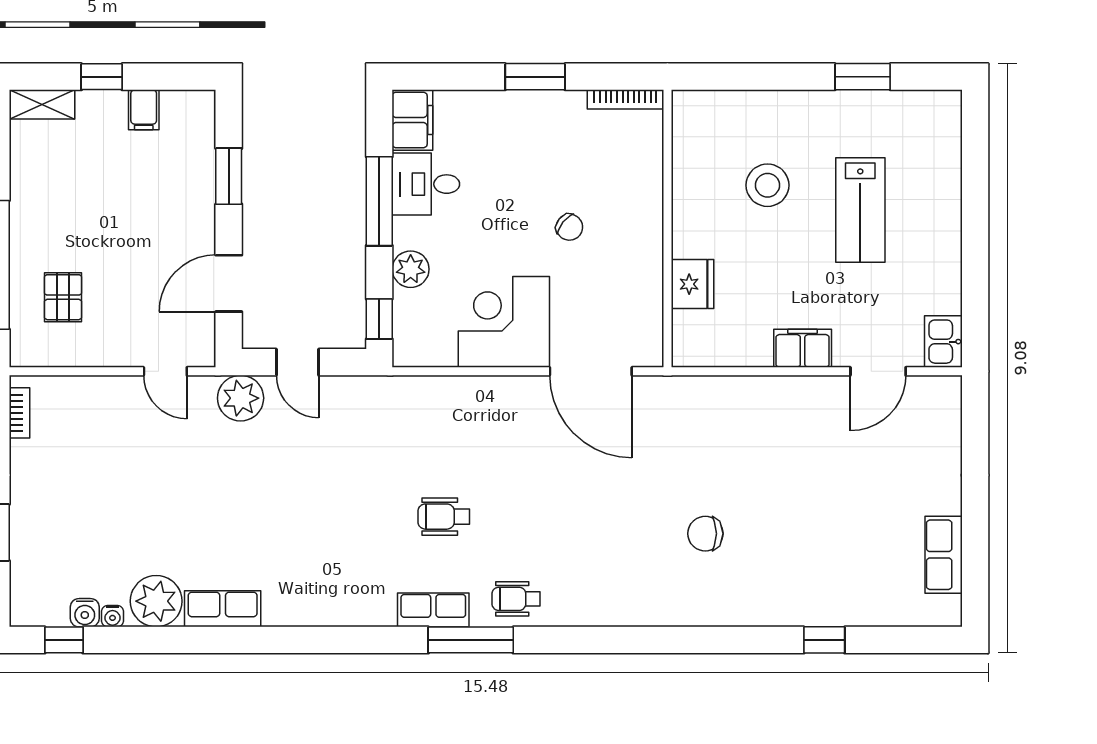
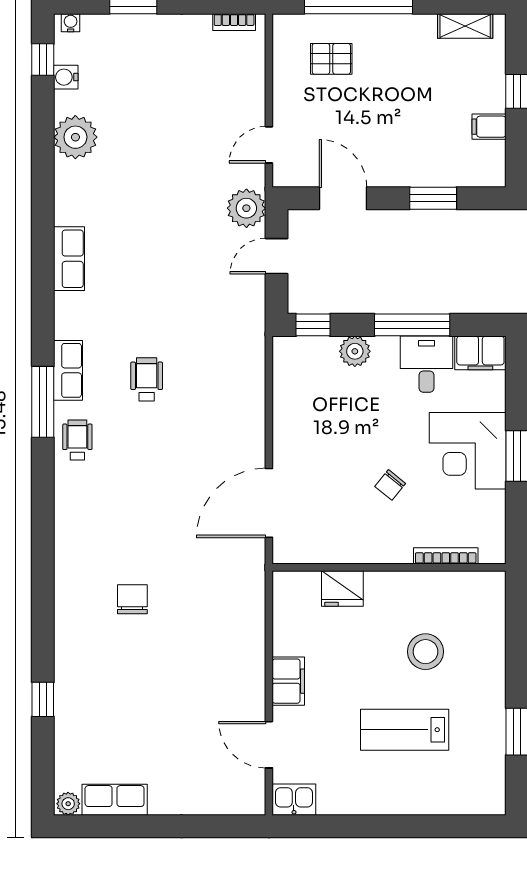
bookcase: (625, 99) -> (446, 556), moved, turned 90
shelving: (42, 104) -> (465, 26), moved, turned 90
corner desk: (504, 322) -> (468, 451), moved, turned 180
row of seats: (223, 609) -> (69, 259), moved
plant: (948, 610) -> (68, 804), added
water cooler: (113, 616) -> (71, 23), moved, turned 90

